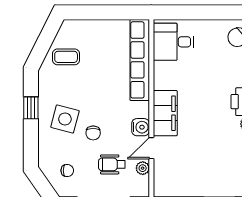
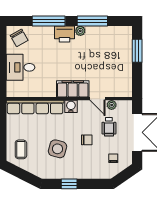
desk: (174, 42) -> (21, 67), moved, turned 90
coffee table: (66, 57) -> (21, 149), moved
side table: (65, 119) -> (58, 149), moved
water cooler: (141, 127) -> (71, 106), moved

